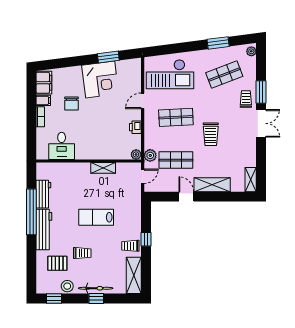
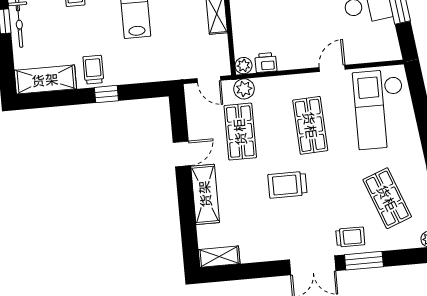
door: (143, 101) -> (332, 68), hinge flipped
printer: (135, 127) -> (266, 63), moved

